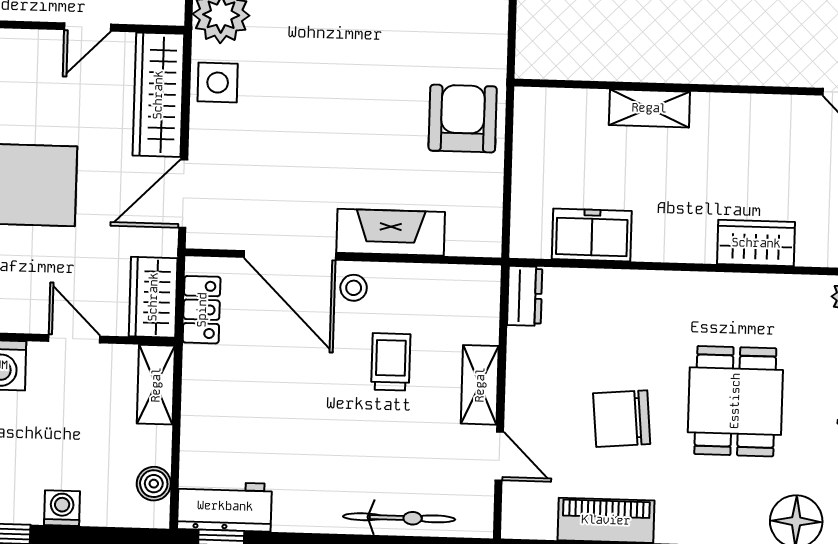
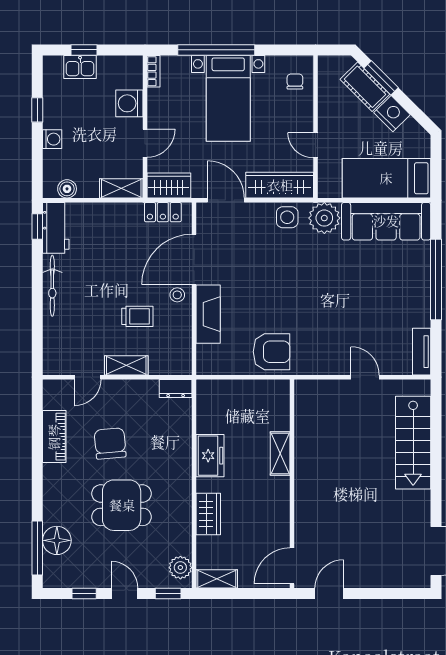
freezer: (592, 235) -> (210, 456), moved
bicycle: (399, 518) -> (52, 286), moved

